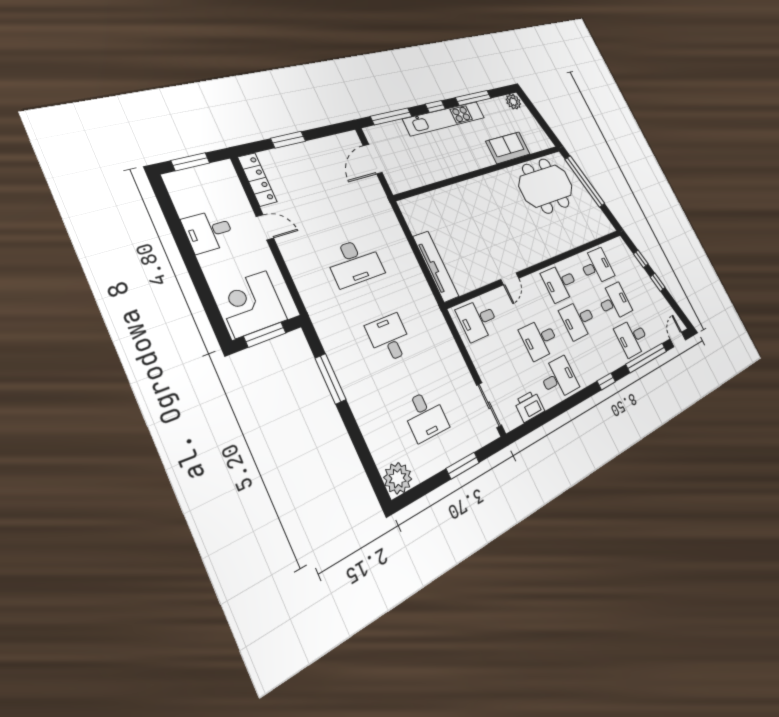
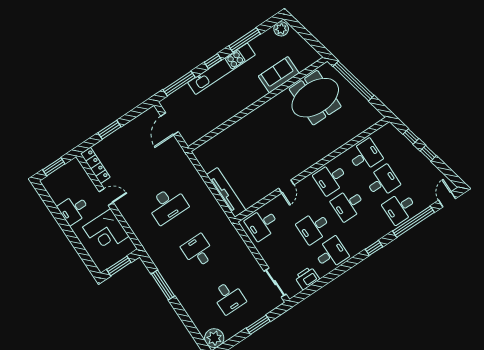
corner desk: (251, 304) -> (106, 232), moved, turned -90

